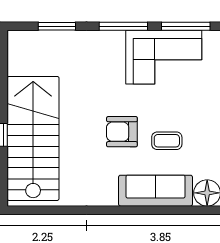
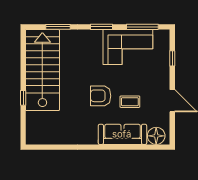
window: (123, 26) -> (102, 27), width x0.69
stairs: (33, 138) -> (42, 70), moved

